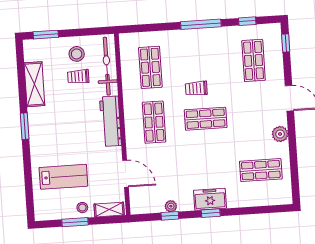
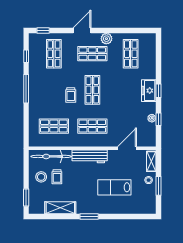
shop shelf: (254, 60) -> (54, 54), turned 90
shop shelf: (257, 115) -> (92, 54), added
lab bench: (63, 177) -> (114, 187), moved, turned -90

